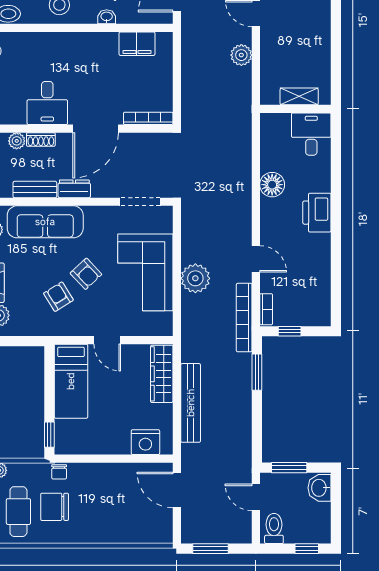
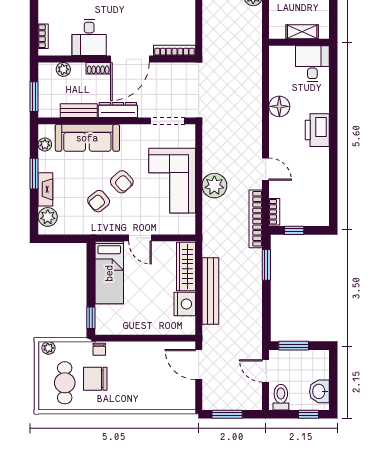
shoe rack: (41, 140) -> (98, 68), moved
dresser: (74, 189) -> (118, 110), width x1.44
armchair: (58, 297) -> (99, 201), turned -97
nightstand: (145, 442) -> (185, 304), moved, turned -90
washbasin: (320, 488) -> (319, 391), moved

